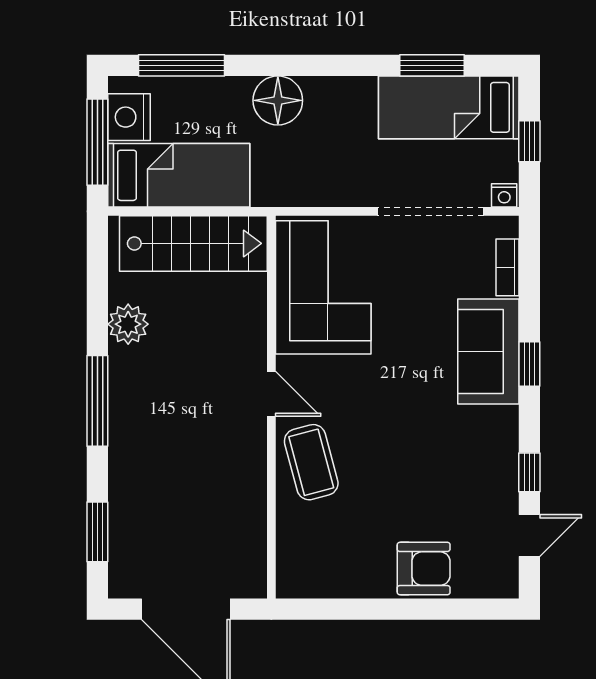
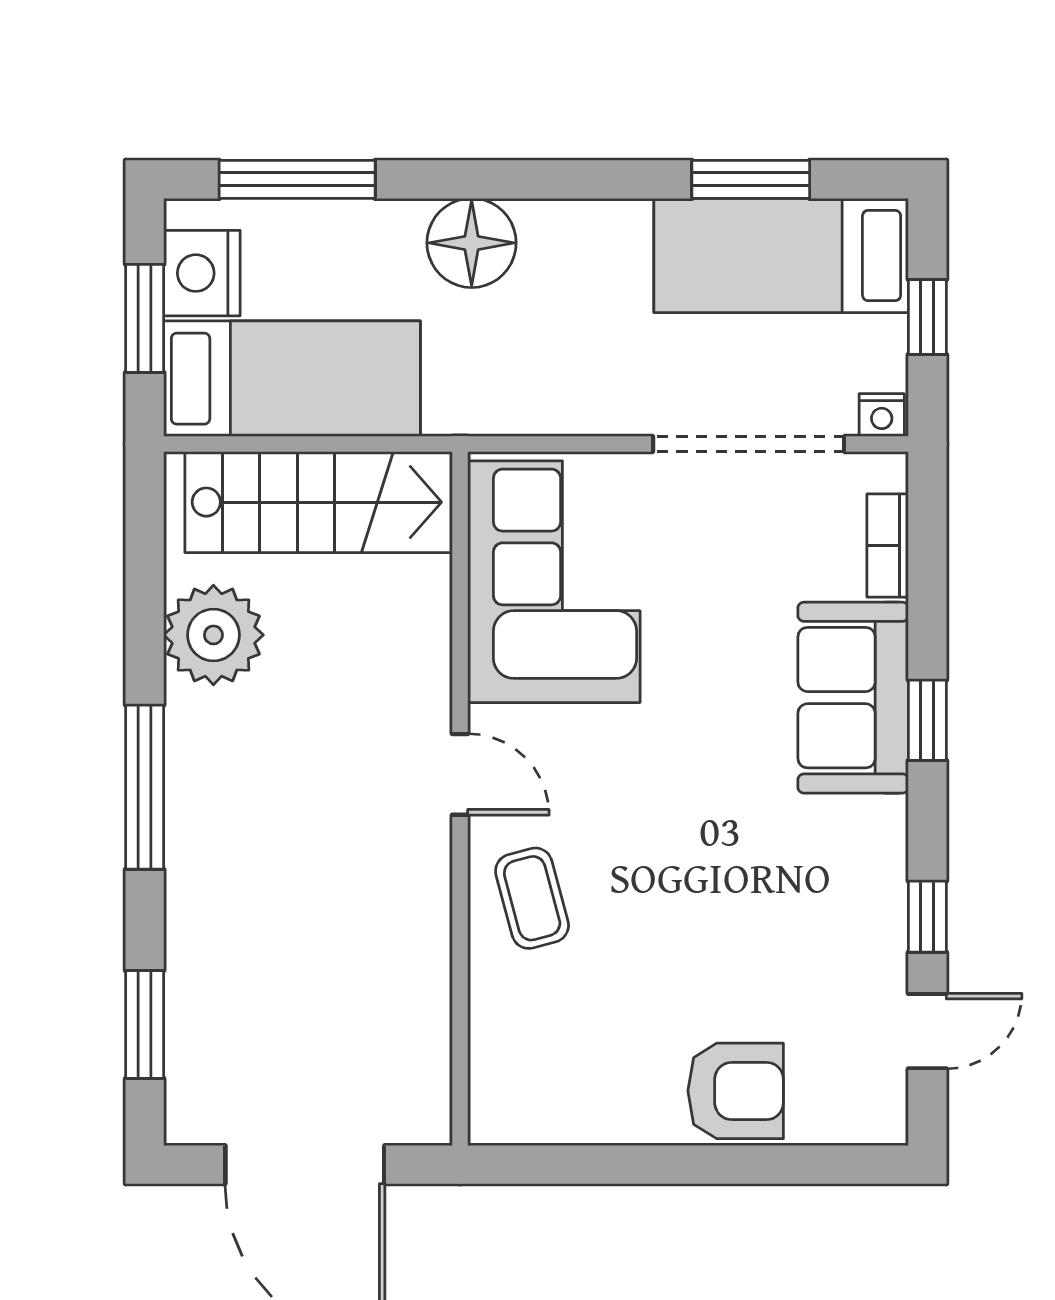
window: (97, 142) -> (145, 318), width x0.69
plant: (128, 324) -> (213, 635), width x1.36, depth x1.36
coffee table: (311, 462) -> (532, 898), width x0.73, depth x0.77

